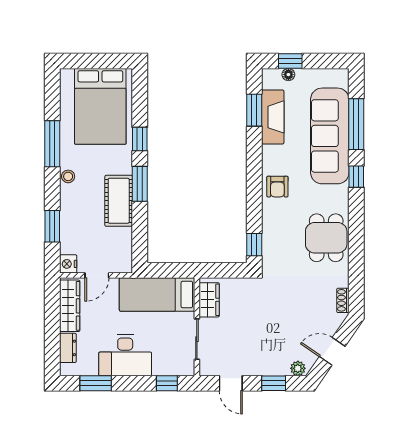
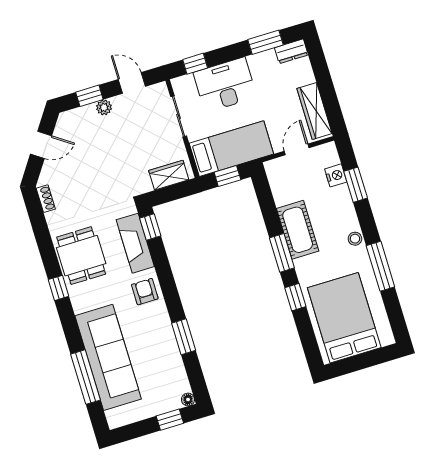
floor lamp: (288, 75) -> (188, 400), moved
window: (254, 110) -> (184, 337), moved
fireplace: (273, 117) -> (135, 243), moved
window: (356, 177) -> (58, 288), moved
nightstand: (68, 264) -> (336, 175), moved
window: (169, 270) -> (227, 176), added
wardrobe: (209, 300) -> (169, 175), moved, turned 90
dresser: (68, 348) -> (291, 51), moved, turned -90
desk: (125, 355) -> (225, 85), moved
plant: (298, 368) -> (104, 107), moved

